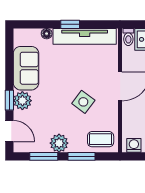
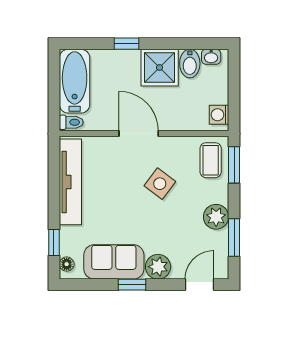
window: (70, 24) -> (54, 243), moved
floor lamp: (47, 34) -> (67, 264), moved
window: (9, 100) -> (132, 285), moved
window: (81, 156) -> (234, 165), moved

